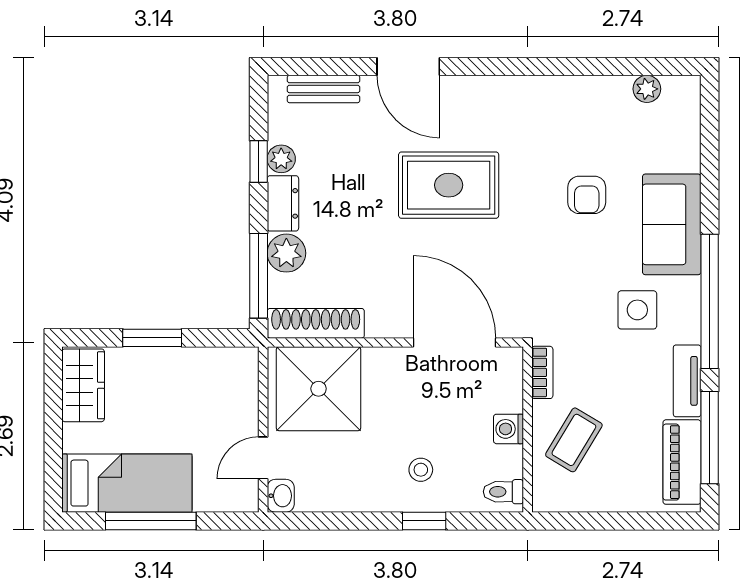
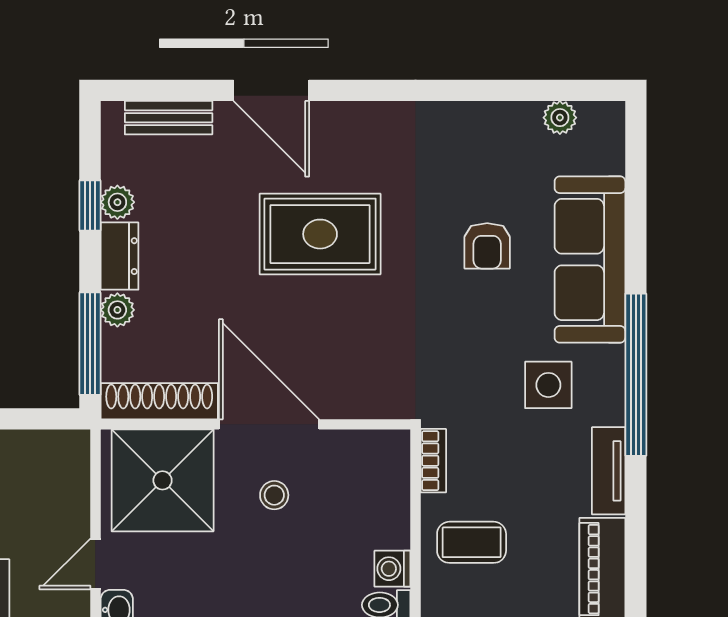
sofa: (672, 224) -> (590, 259), width x1.36
plant: (286, 253) -> (117, 310), width x0.73, depth x0.73
door: (454, 342) -> (269, 424), moved
washing machine: (509, 429) -> (392, 569), moved
window: (710, 438) -> (636, 540), removed
coffee table: (574, 440) -> (472, 542), turned 59
stool: (421, 470) -> (274, 495), moved

